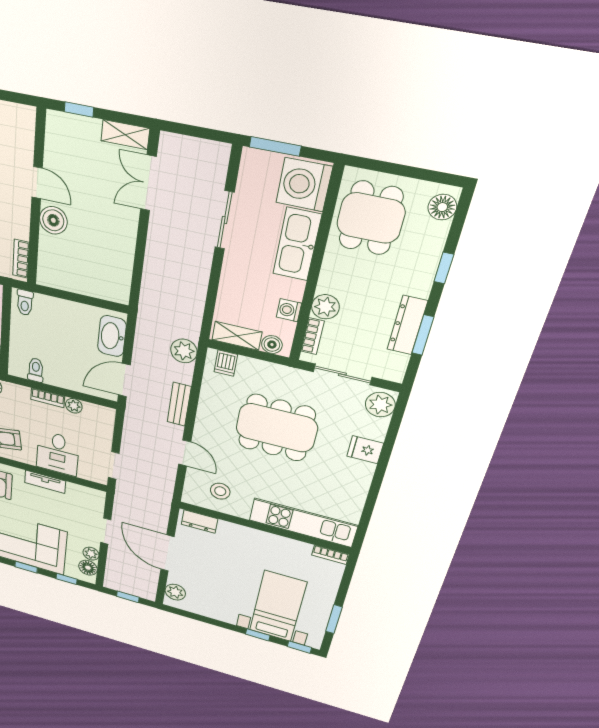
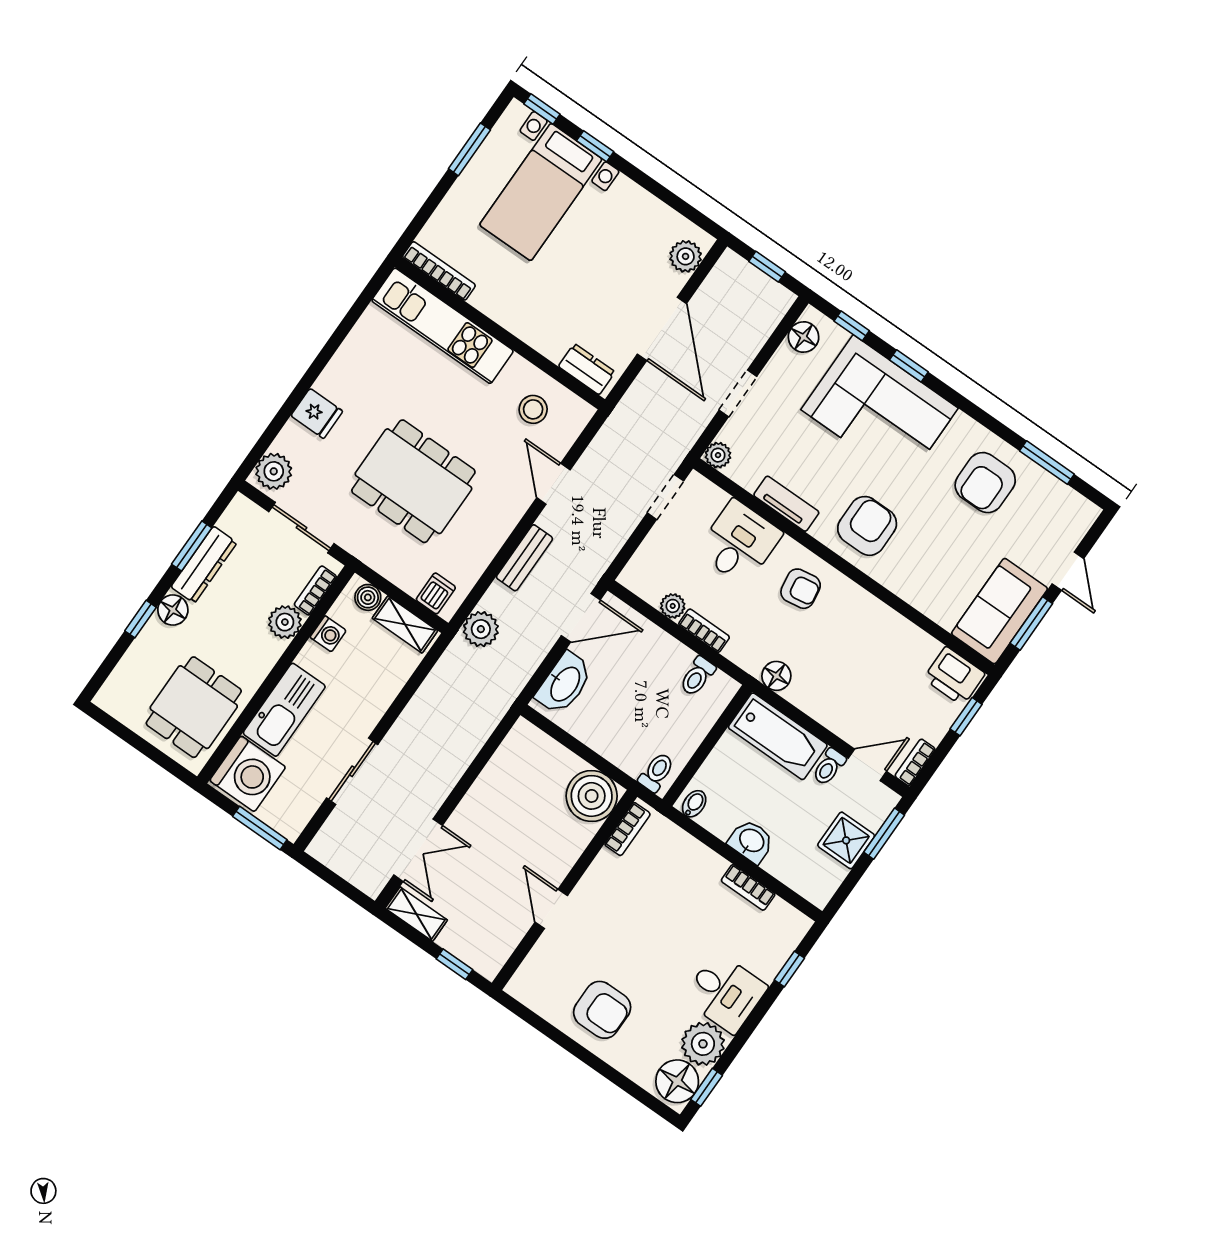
floor lamp: (442, 207) -> (173, 610), moved
boiler: (53, 220) -> (592, 796), moved, width x1.37, depth x1.37
plant: (91, 554) -> (718, 455), moved
bookcase: (330, 555) -> (439, 271), width x1.56

